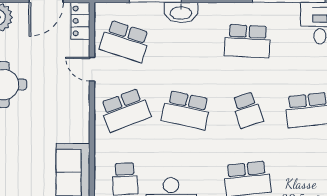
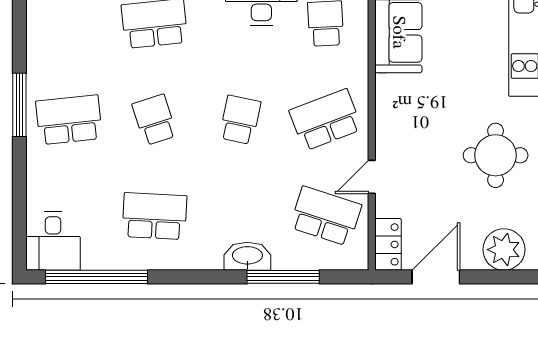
door: (92, 69) -> (372, 177), swing flipped
school desk: (186, 110) -> (240, 120), width x0.54

